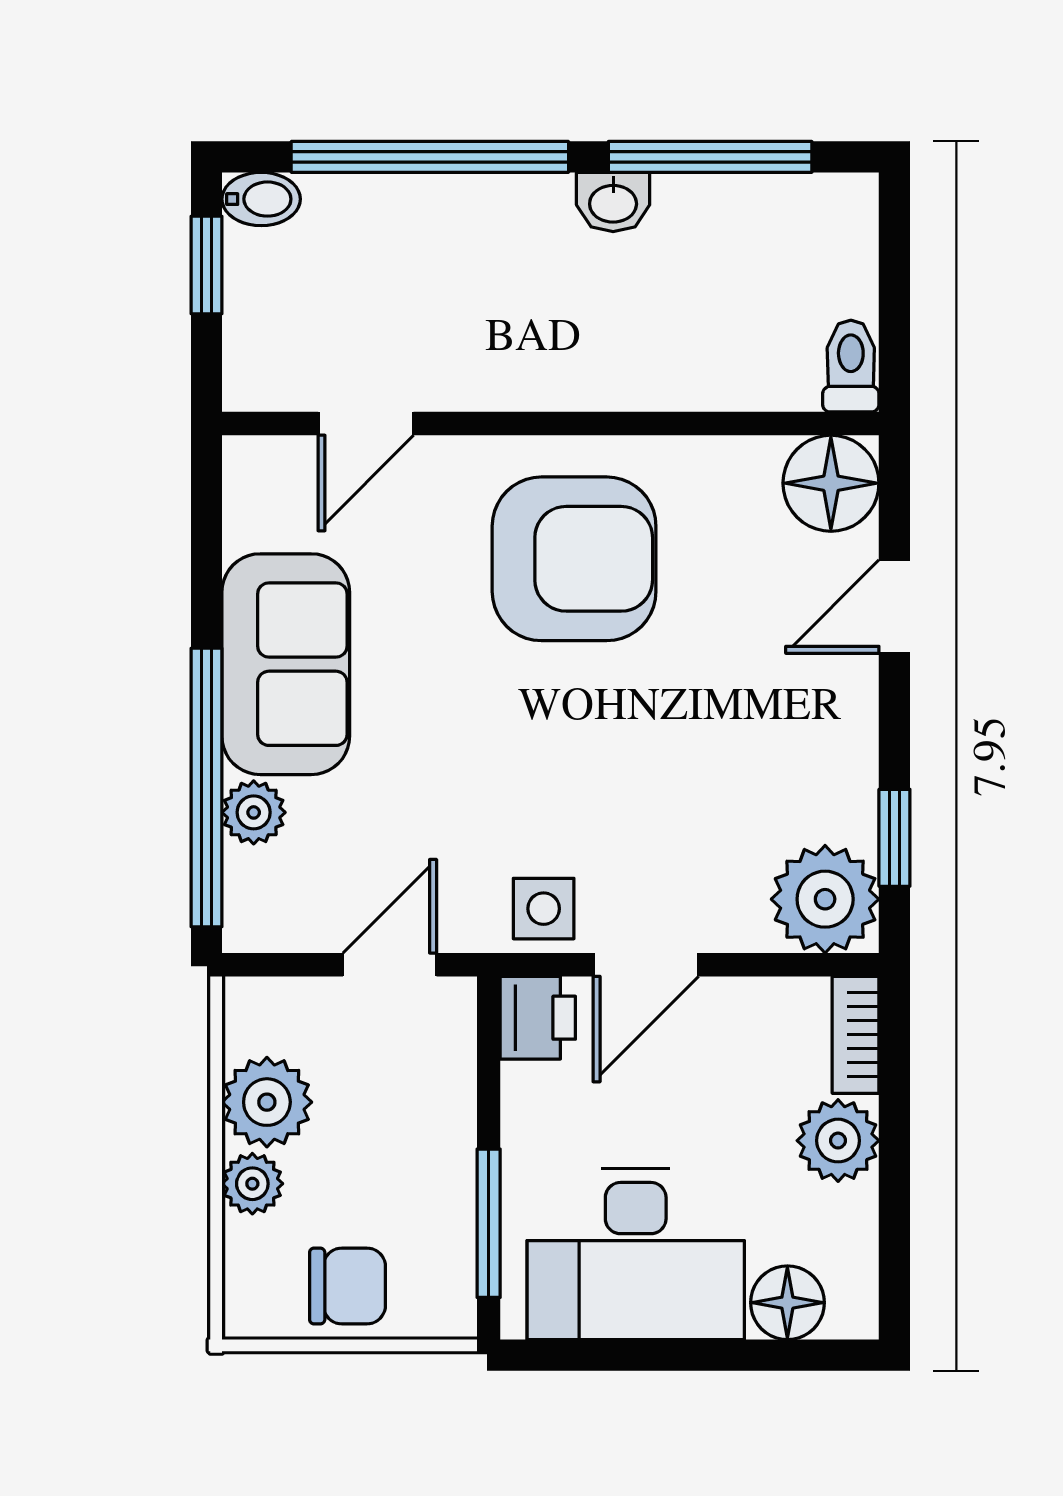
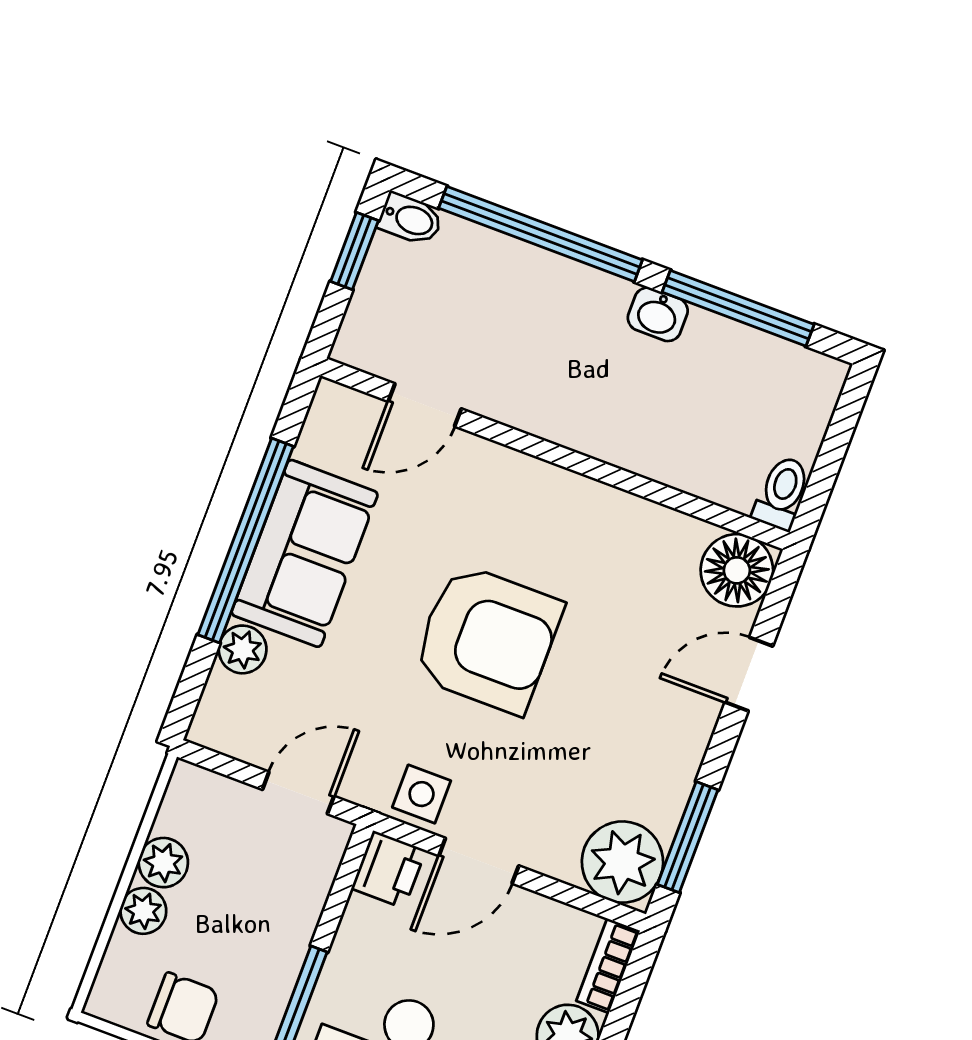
armchair: (574, 559) -> (487, 639), moved
window: (206, 787) -> (246, 540), moved
window: (894, 838) -> (688, 837), width x1.50
plant: (267, 1102) -> (163, 863), width x0.73, depth x0.73

